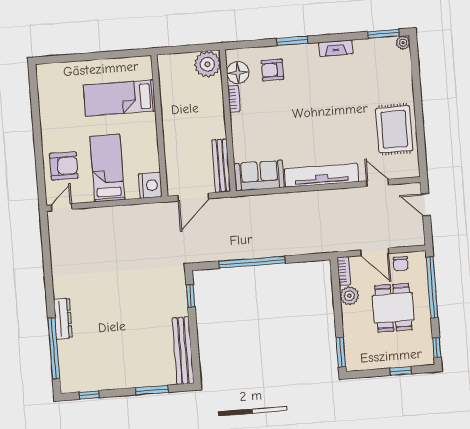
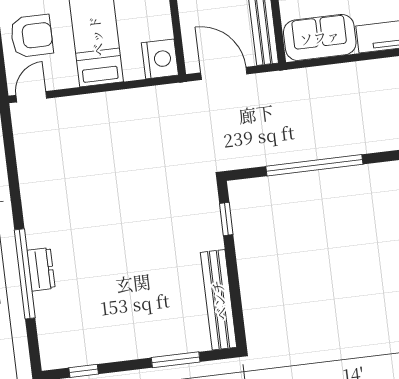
door: (193, 197) -> (224, 73), swing flipped
dresser: (63, 318) -> (41, 269), width x0.70
window: (54, 348) -> (25, 274), moved

